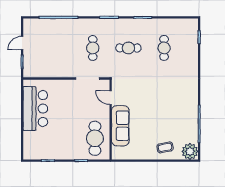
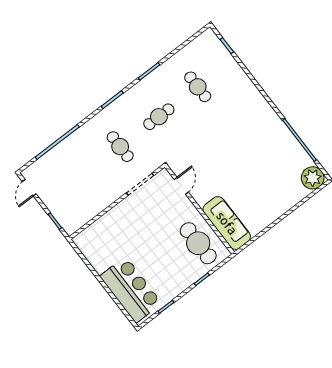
door: (22, 43) -> (29, 188), moved
door: (111, 98) -> (181, 186), swing flipped
bar counter: (35, 109) -> (131, 290), moved
sofa: (120, 126) -> (227, 223), moved
coffee table: (165, 147) -> (282, 194), removed

